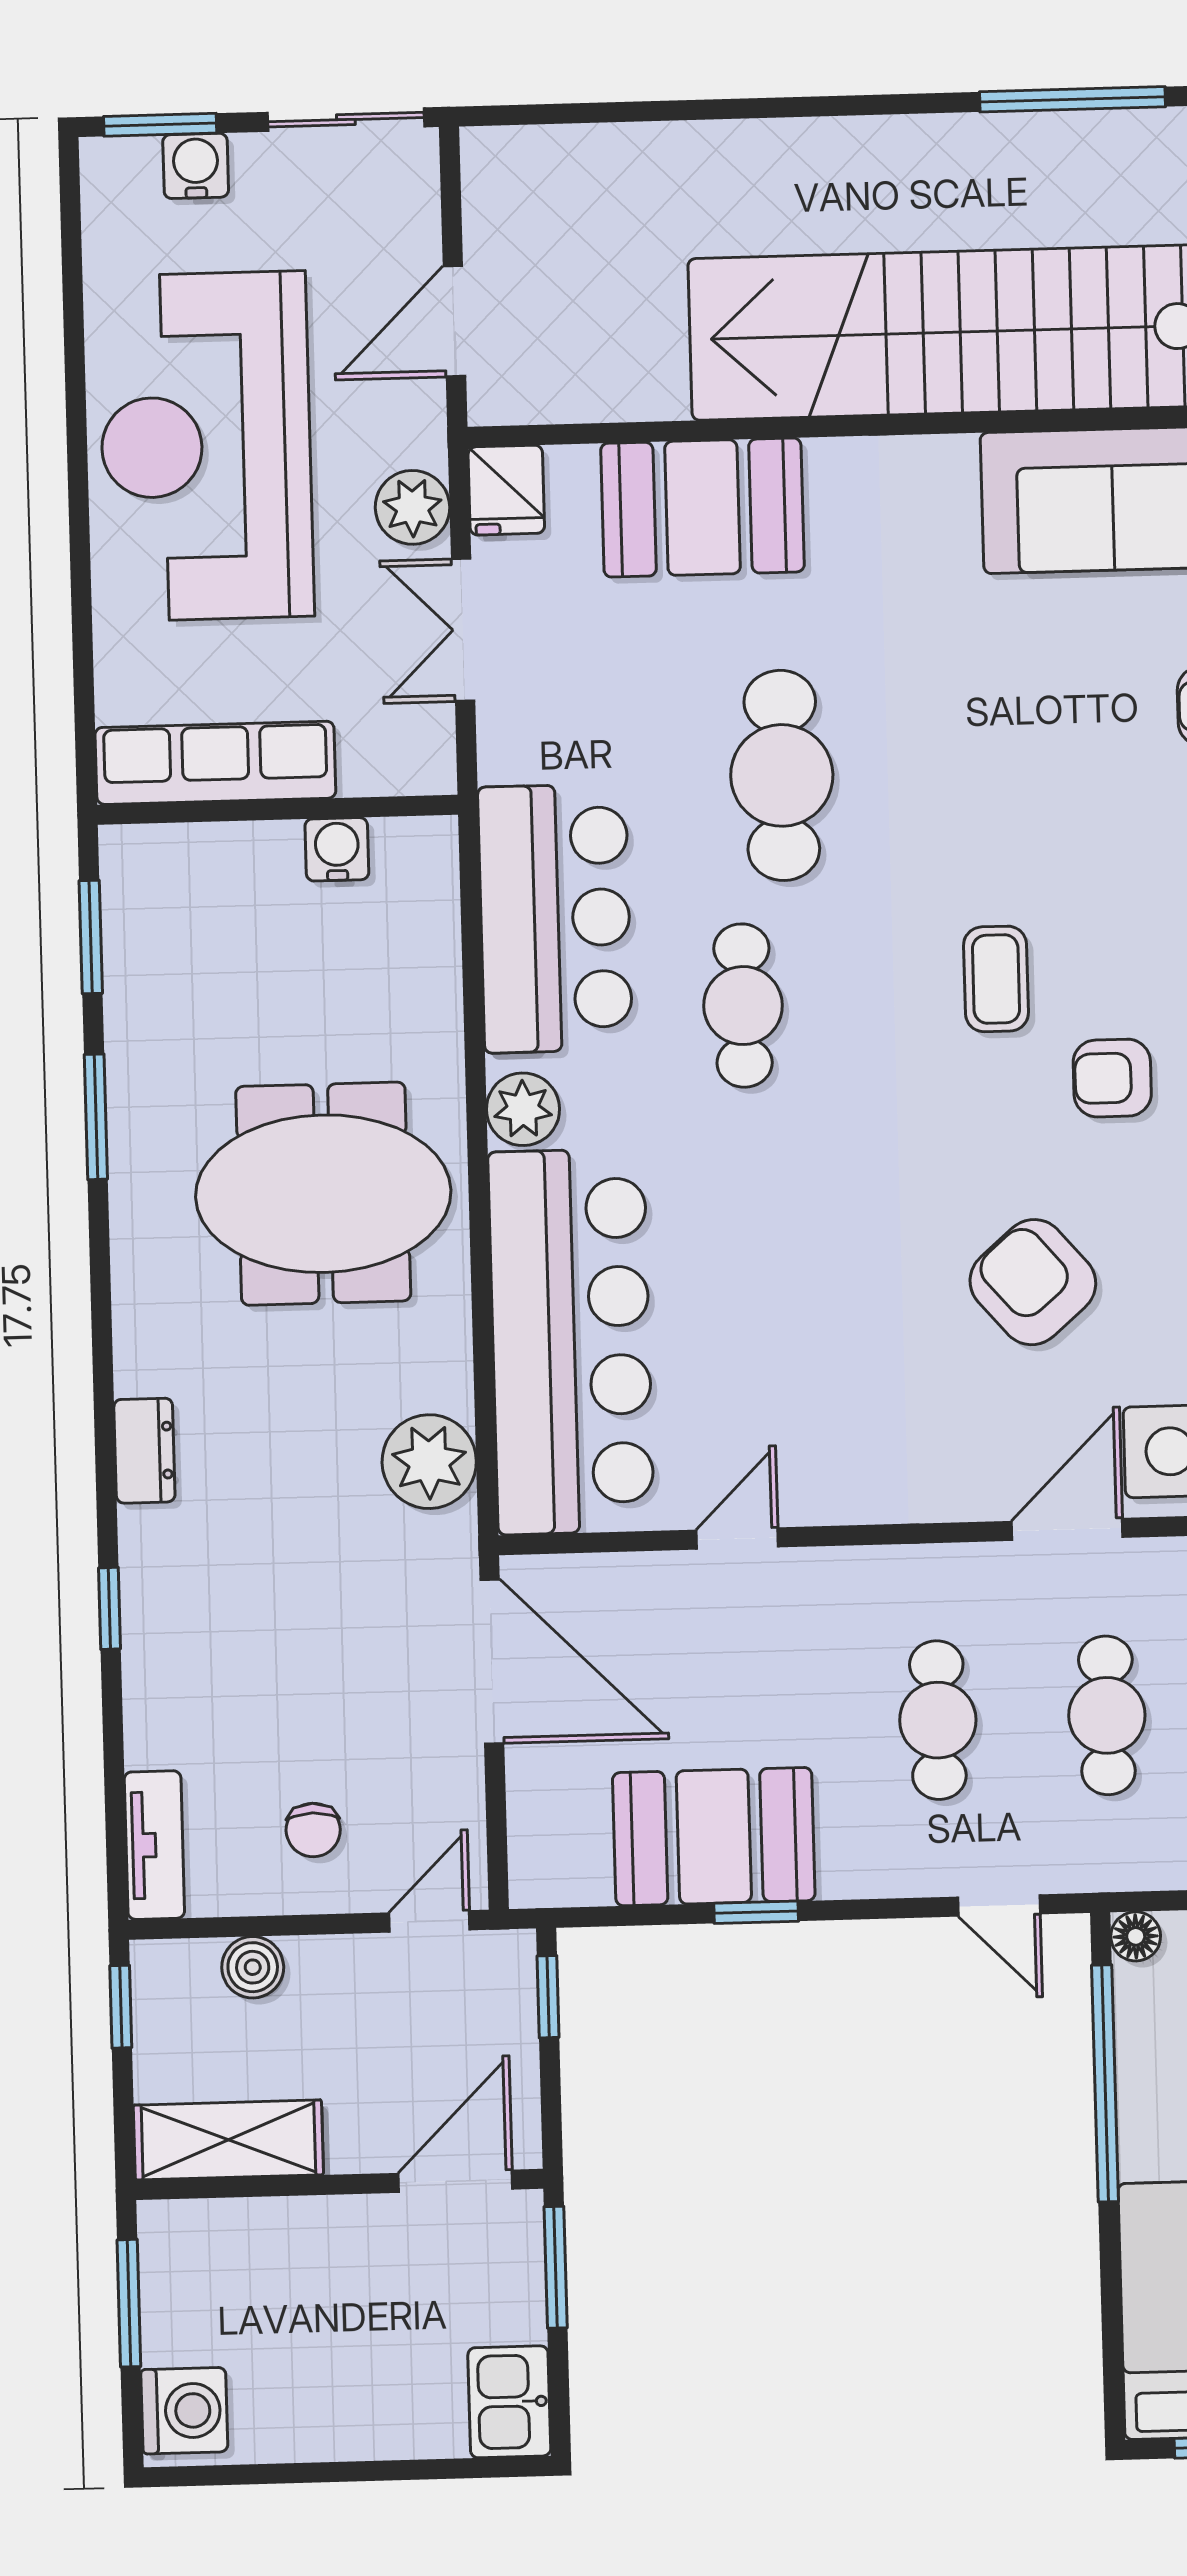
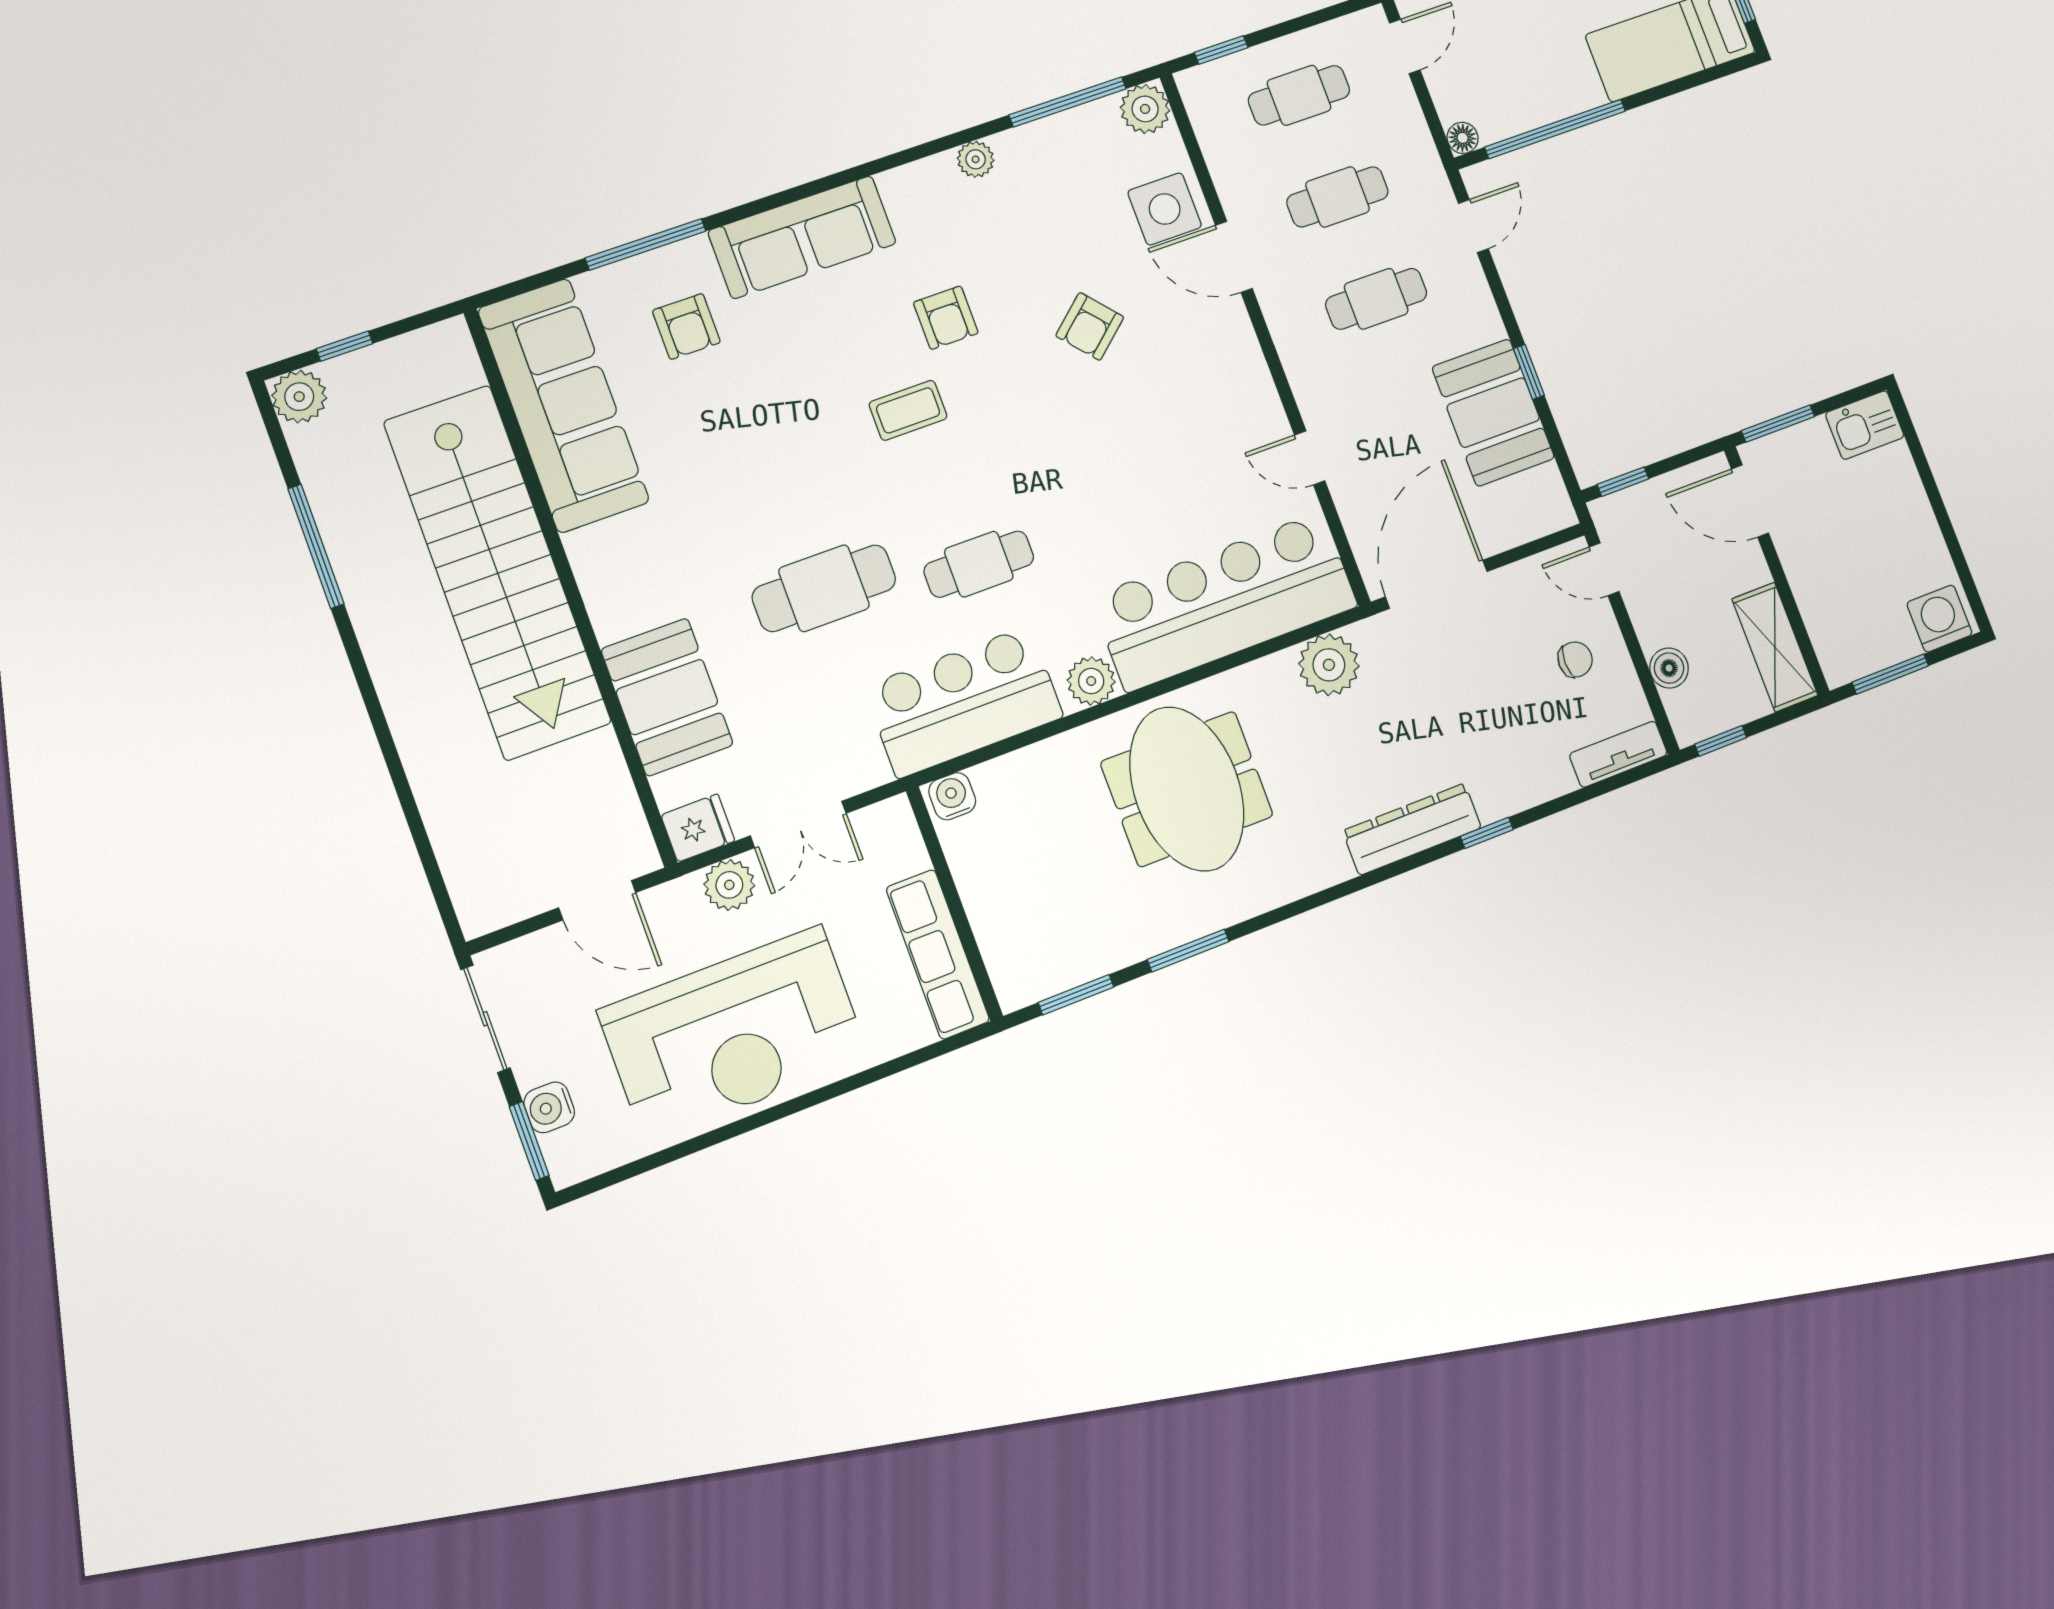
water cooler: (337, 849) -> (952, 796), moved, turned 90
armchair: (1033, 1282) -> (1090, 326), width x0.72, depth x0.72
dresser: (144, 1451) -> (1412, 829), width x1.96, depth x1.24

